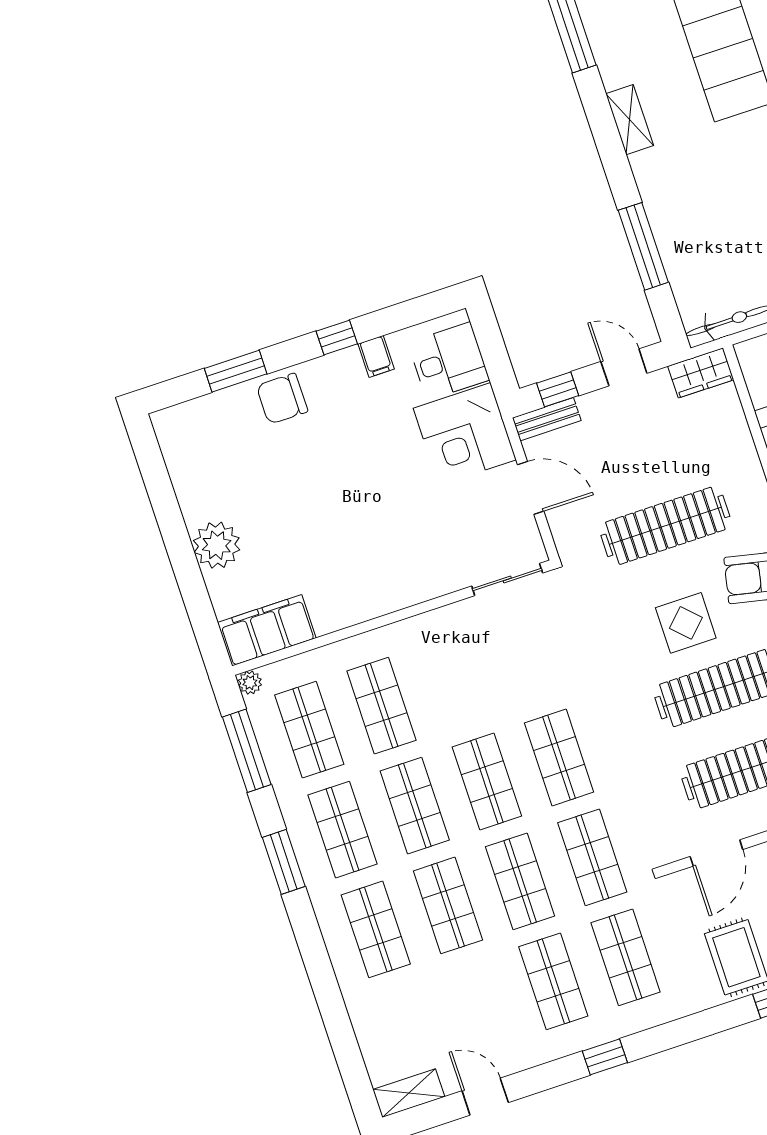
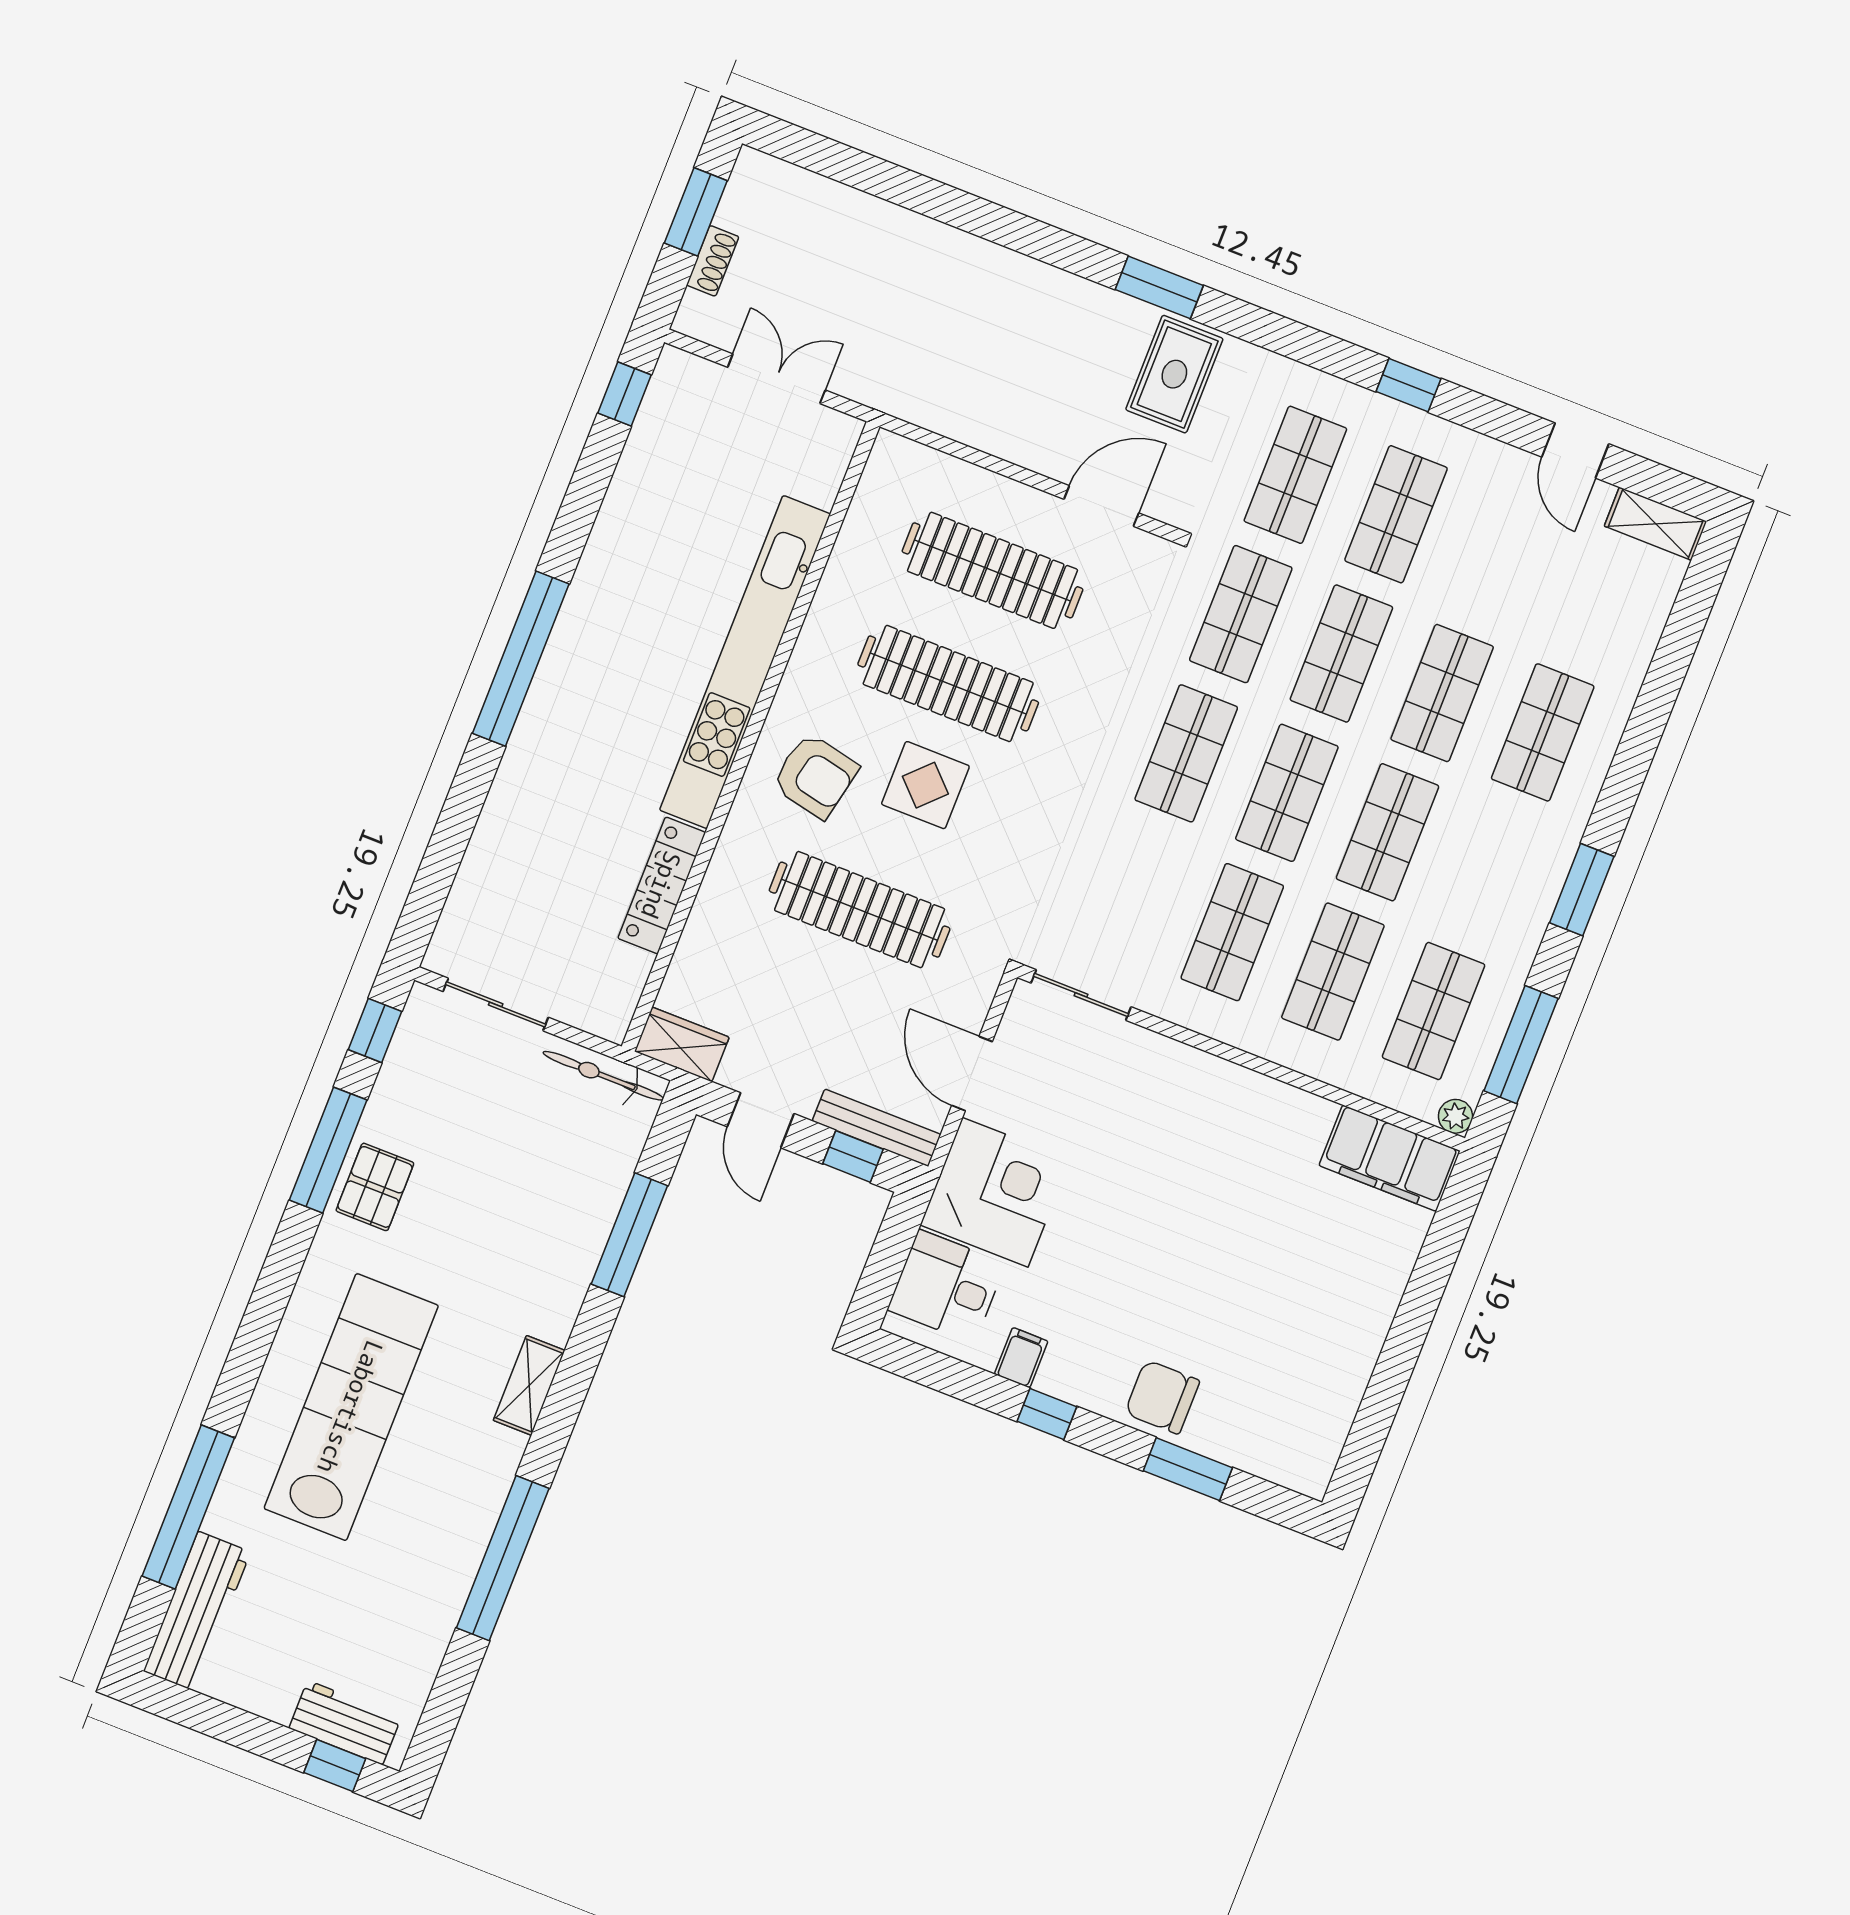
chair: (282, 399) -> (1162, 1397), turned 180
bench: (547, 419) -> (877, 1128), width x1.36
plant: (217, 545) -> (1367, 1297), removed
shop shelf: (342, 830) -> (1232, 932), moved

